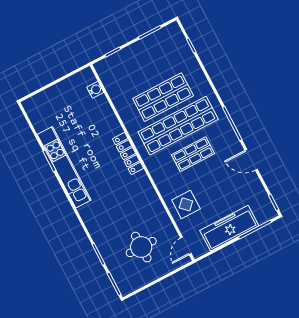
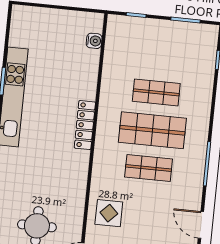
shop shelf: (163, 97) -> (156, 92), width x0.70, depth x0.74
shop shelf: (178, 126) -> (152, 130), width x0.71
door: (251, 160) -> (201, 225), moved

